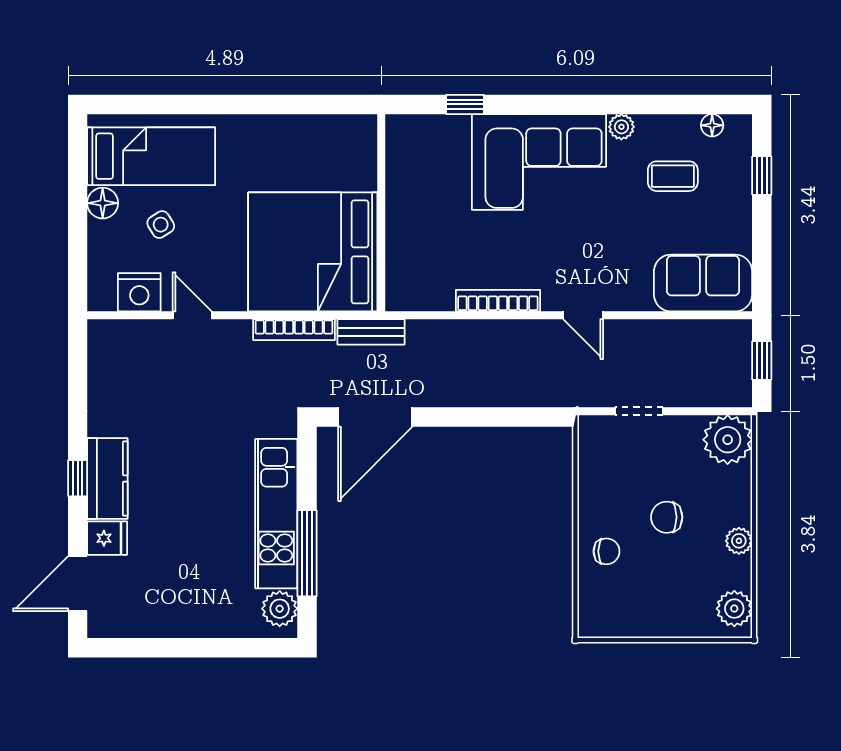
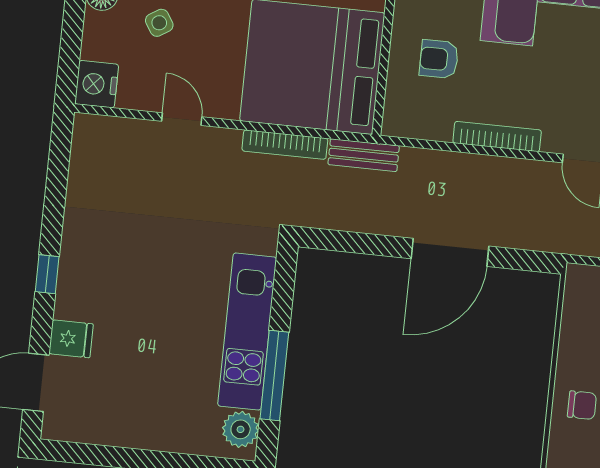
armchair: (434, 232) -> (439, 59), added
nightstand: (139, 292) -> (97, 84), moved, turned 90
door: (375, 417) -> (450, 252), moved
kitchen counter: (107, 478) -> (78, 278), removed

